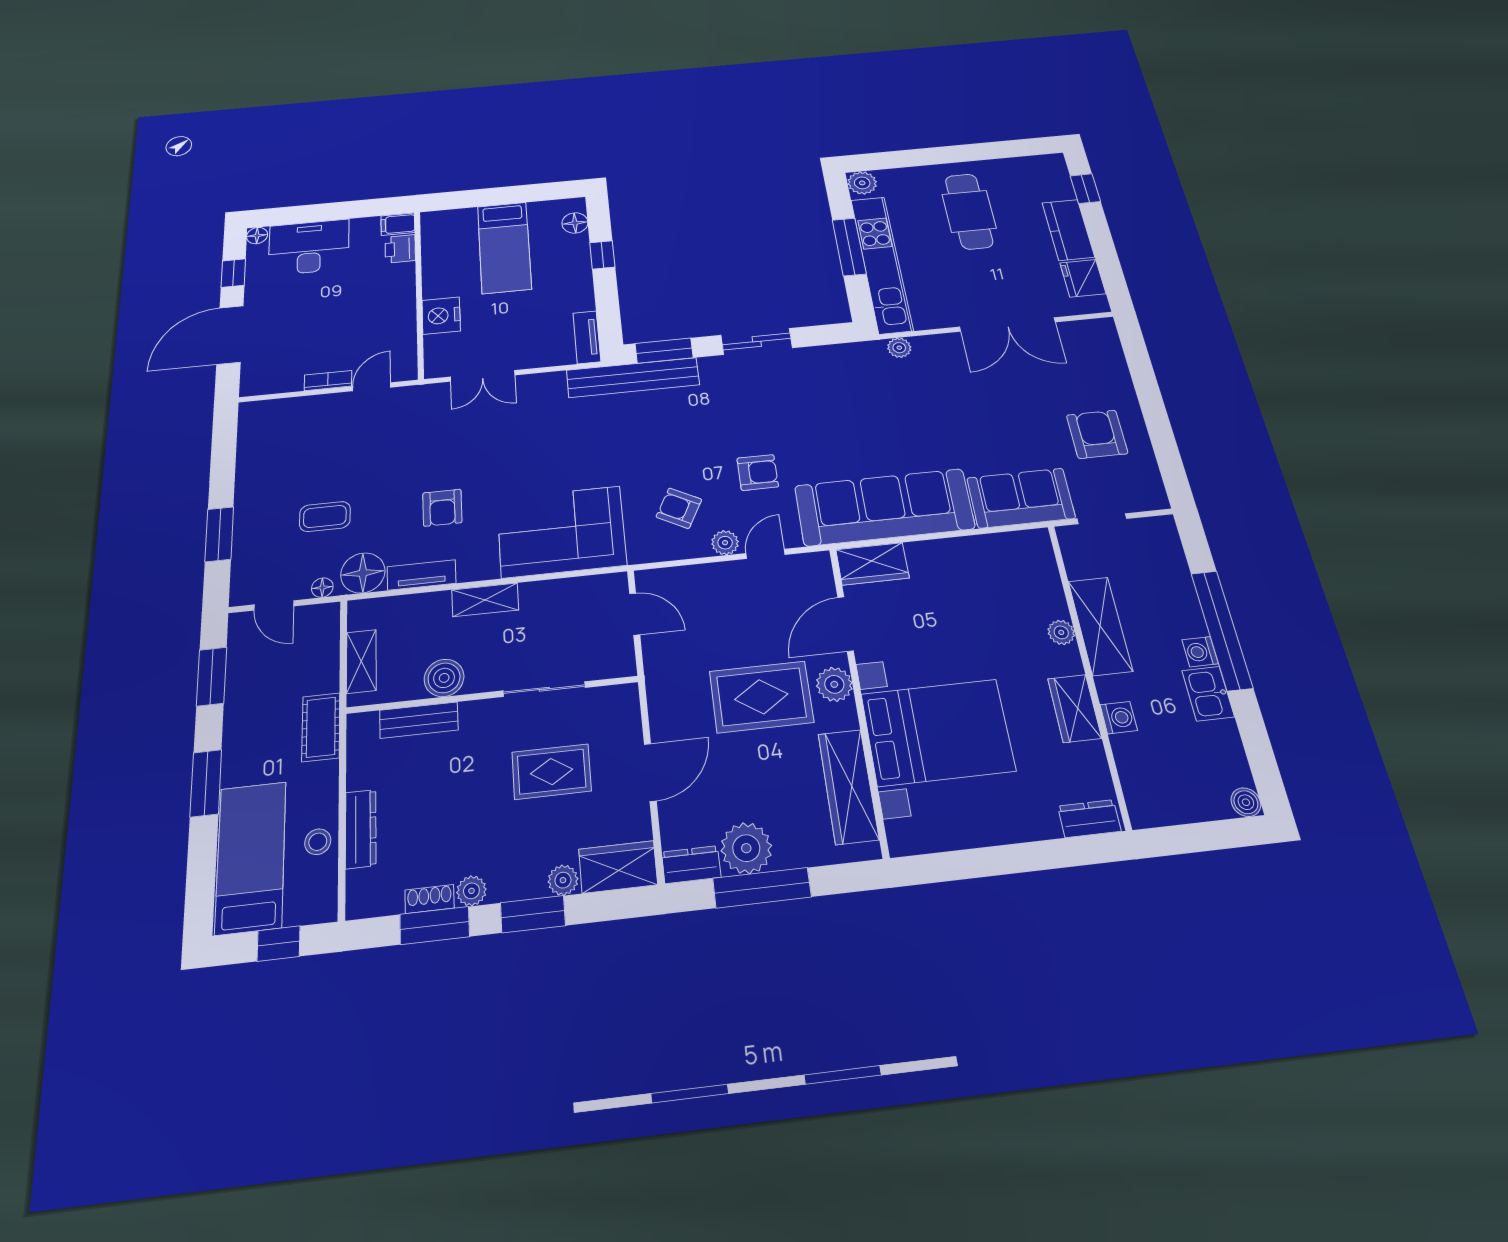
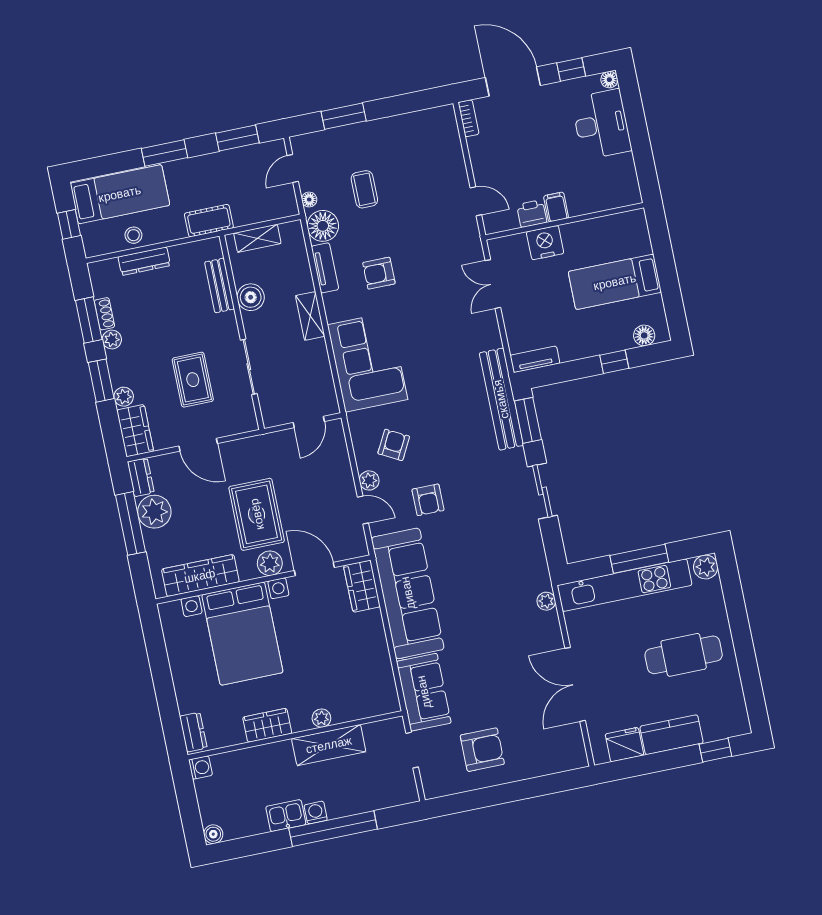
filing cabinet: (398, 224) -> (556, 207), moved
printer: (400, 249) -> (532, 214), moved
bookcase: (328, 381) -> (468, 118), moved
washing machine: (1119, 718) -> (200, 768), moved, turned -90

